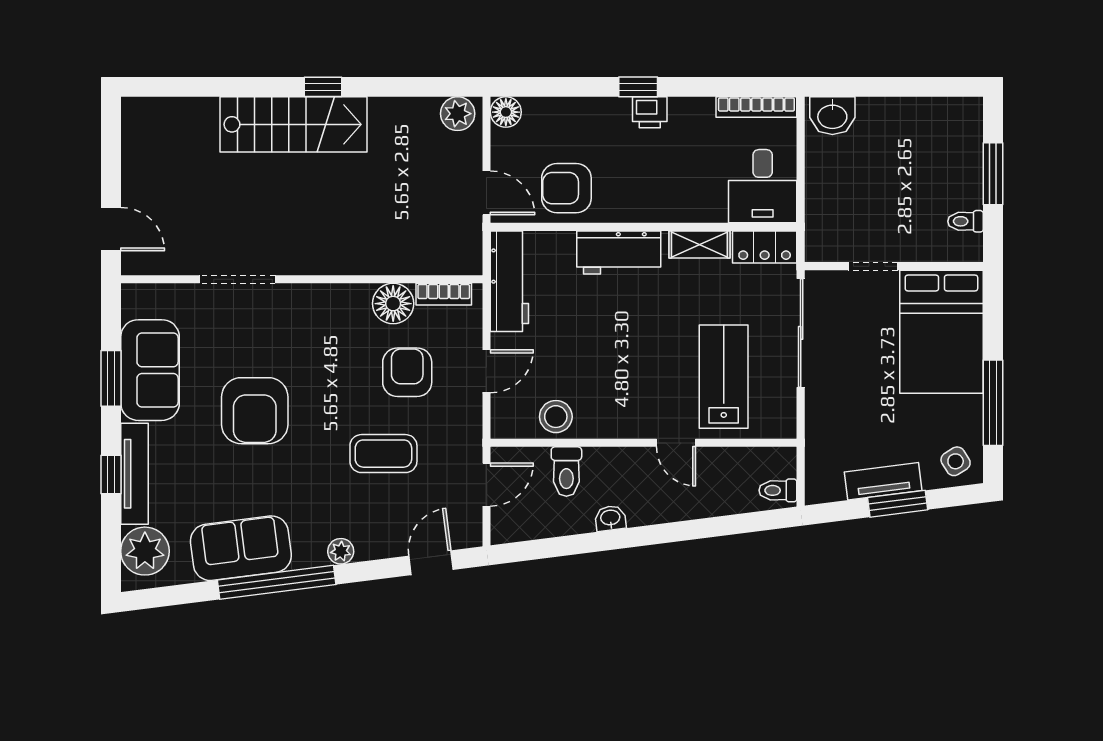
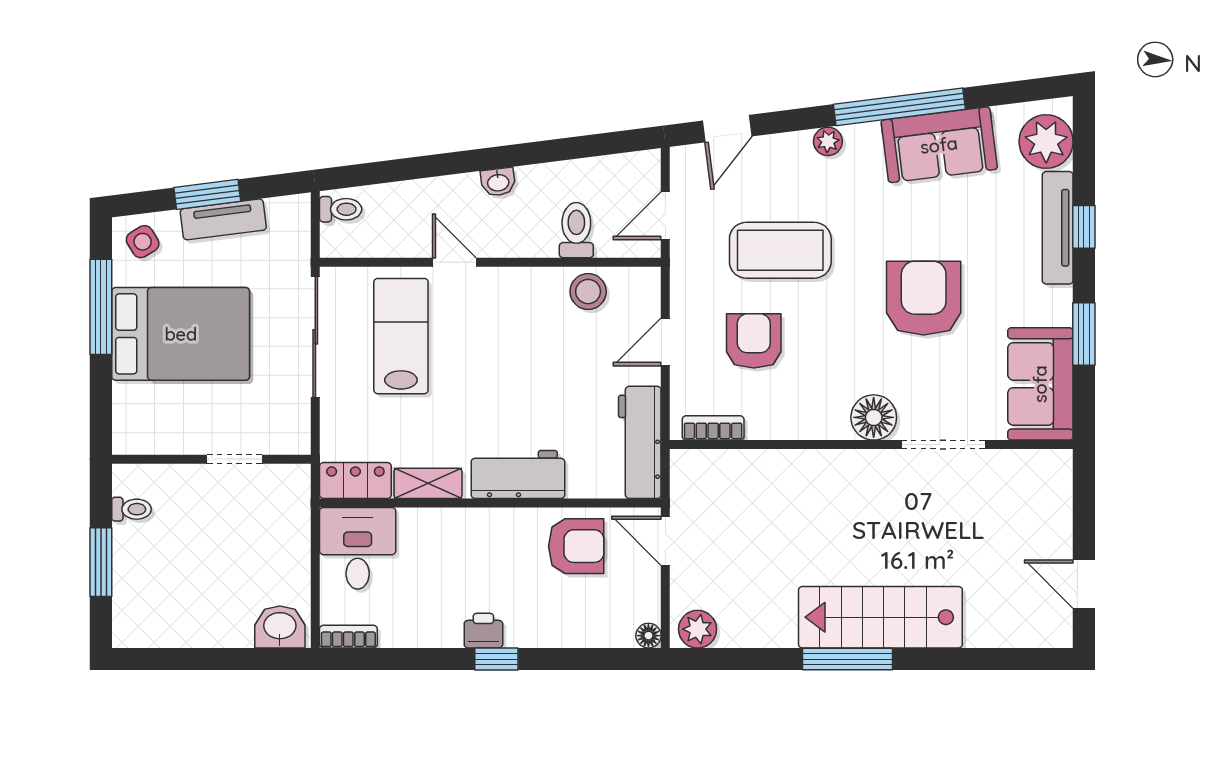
window: (323, 87) -> (848, 659), width x2.17
bookcase: (756, 107) -> (348, 637), width x0.64
floor lamp: (506, 112) -> (648, 636), width x0.73, depth x0.73
door: (111, 229) -> (1084, 584), moved
floor lamp: (393, 304) -> (874, 417), moved
bed: (941, 332) -> (181, 334), moved, turned 90
sliding door: (801, 333) -> (315, 337), moved
sofa: (150, 370) -> (1040, 384), moved
armchair: (407, 372) -> (754, 341), turned 180
lab bench: (724, 377) -> (401, 336), turned 180
coffee table: (383, 454) -> (780, 250), width x1.36, depth x1.32
washbasin: (610, 518) -> (498, 182), moved

